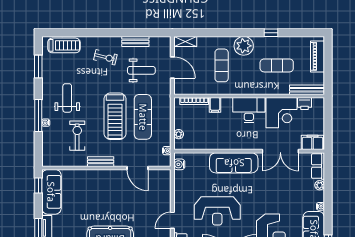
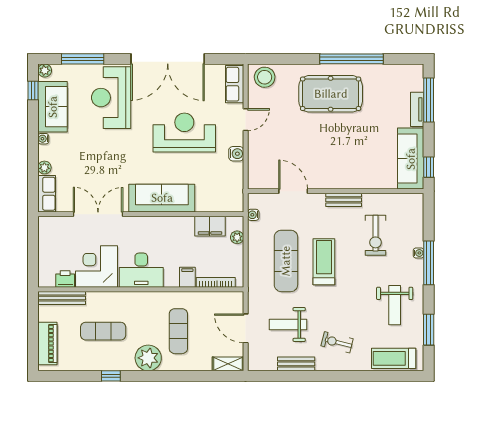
weight bench: (67, 98) -> (395, 305), moved
treadmill: (115, 116) -> (324, 262), width x0.73, depth x0.73
filing cabinet: (312, 142) -> (210, 226), moved
water cooler: (179, 164) -> (236, 154), moved

